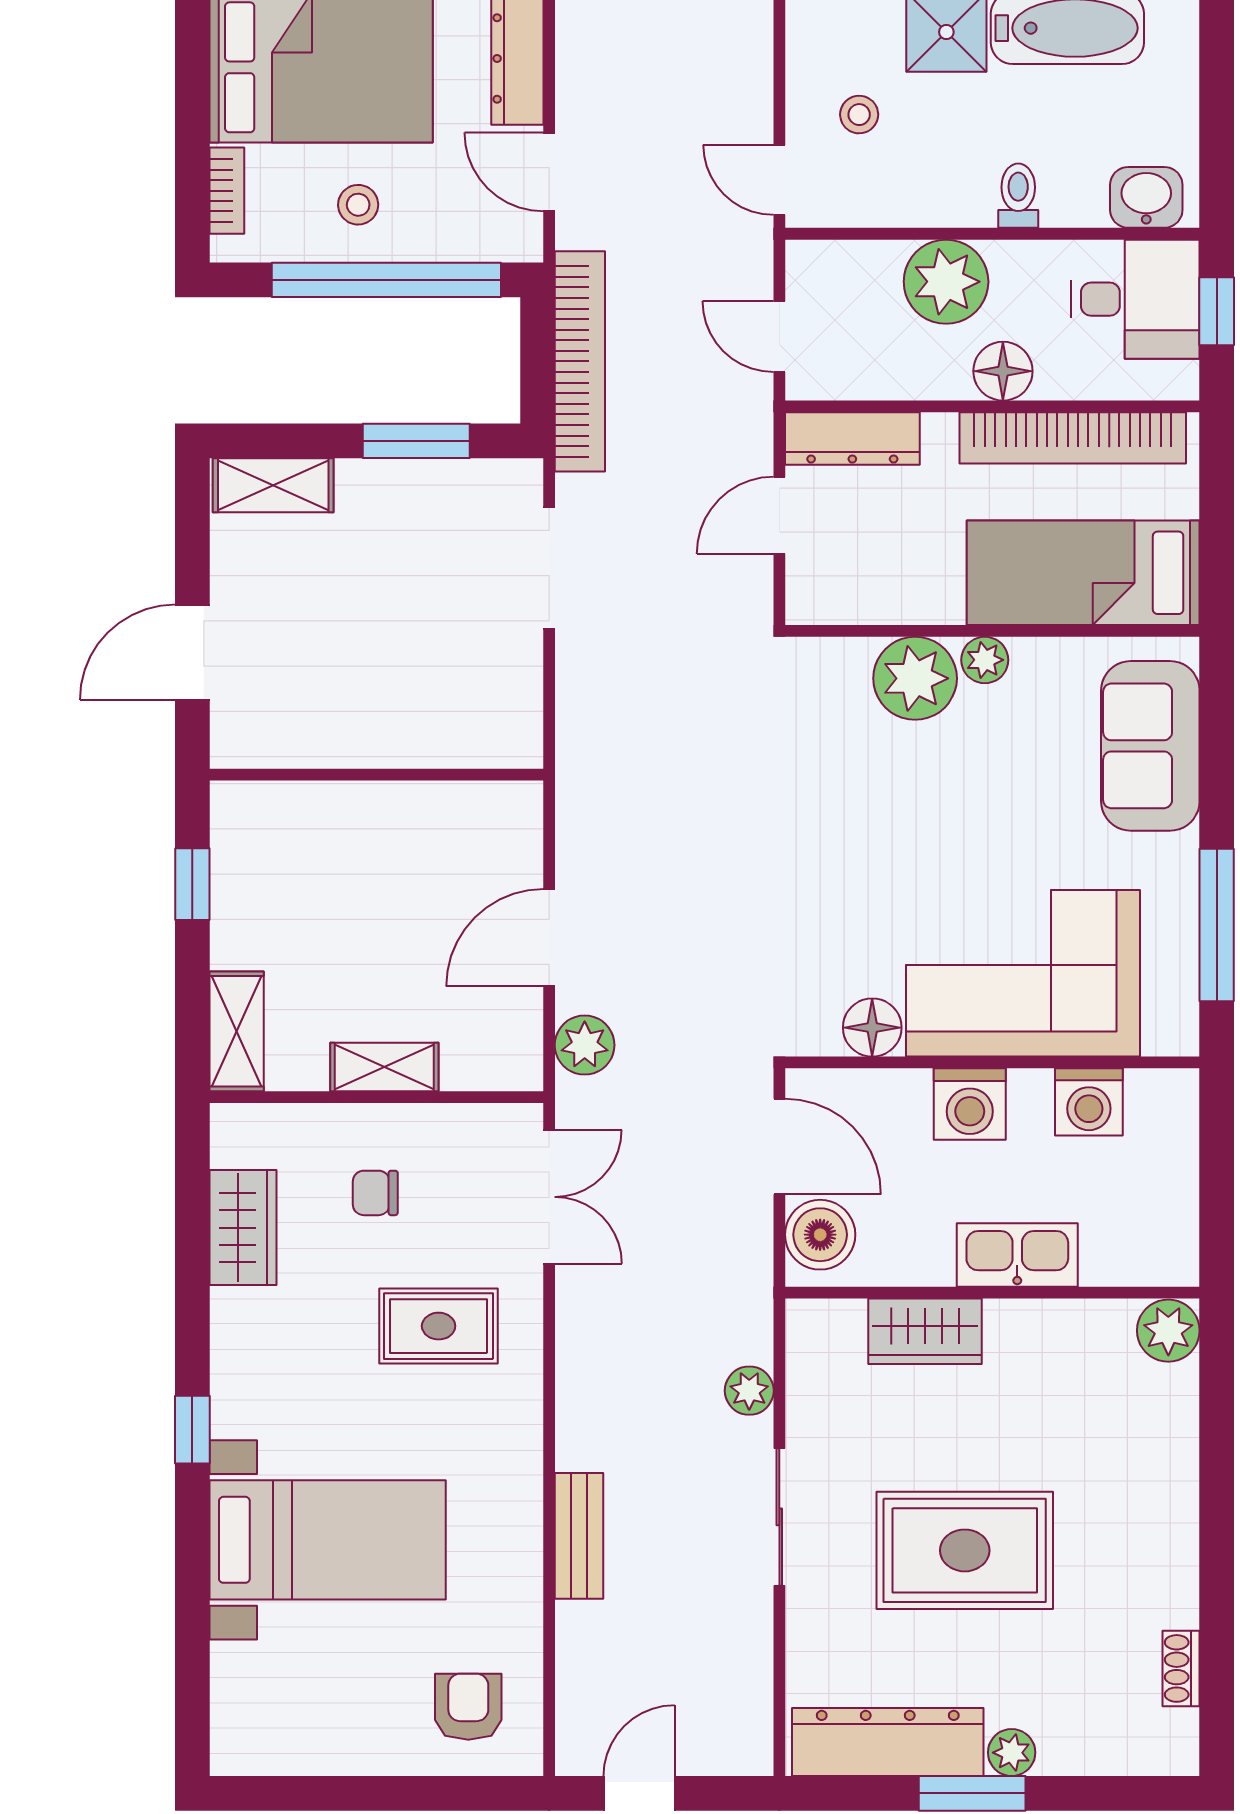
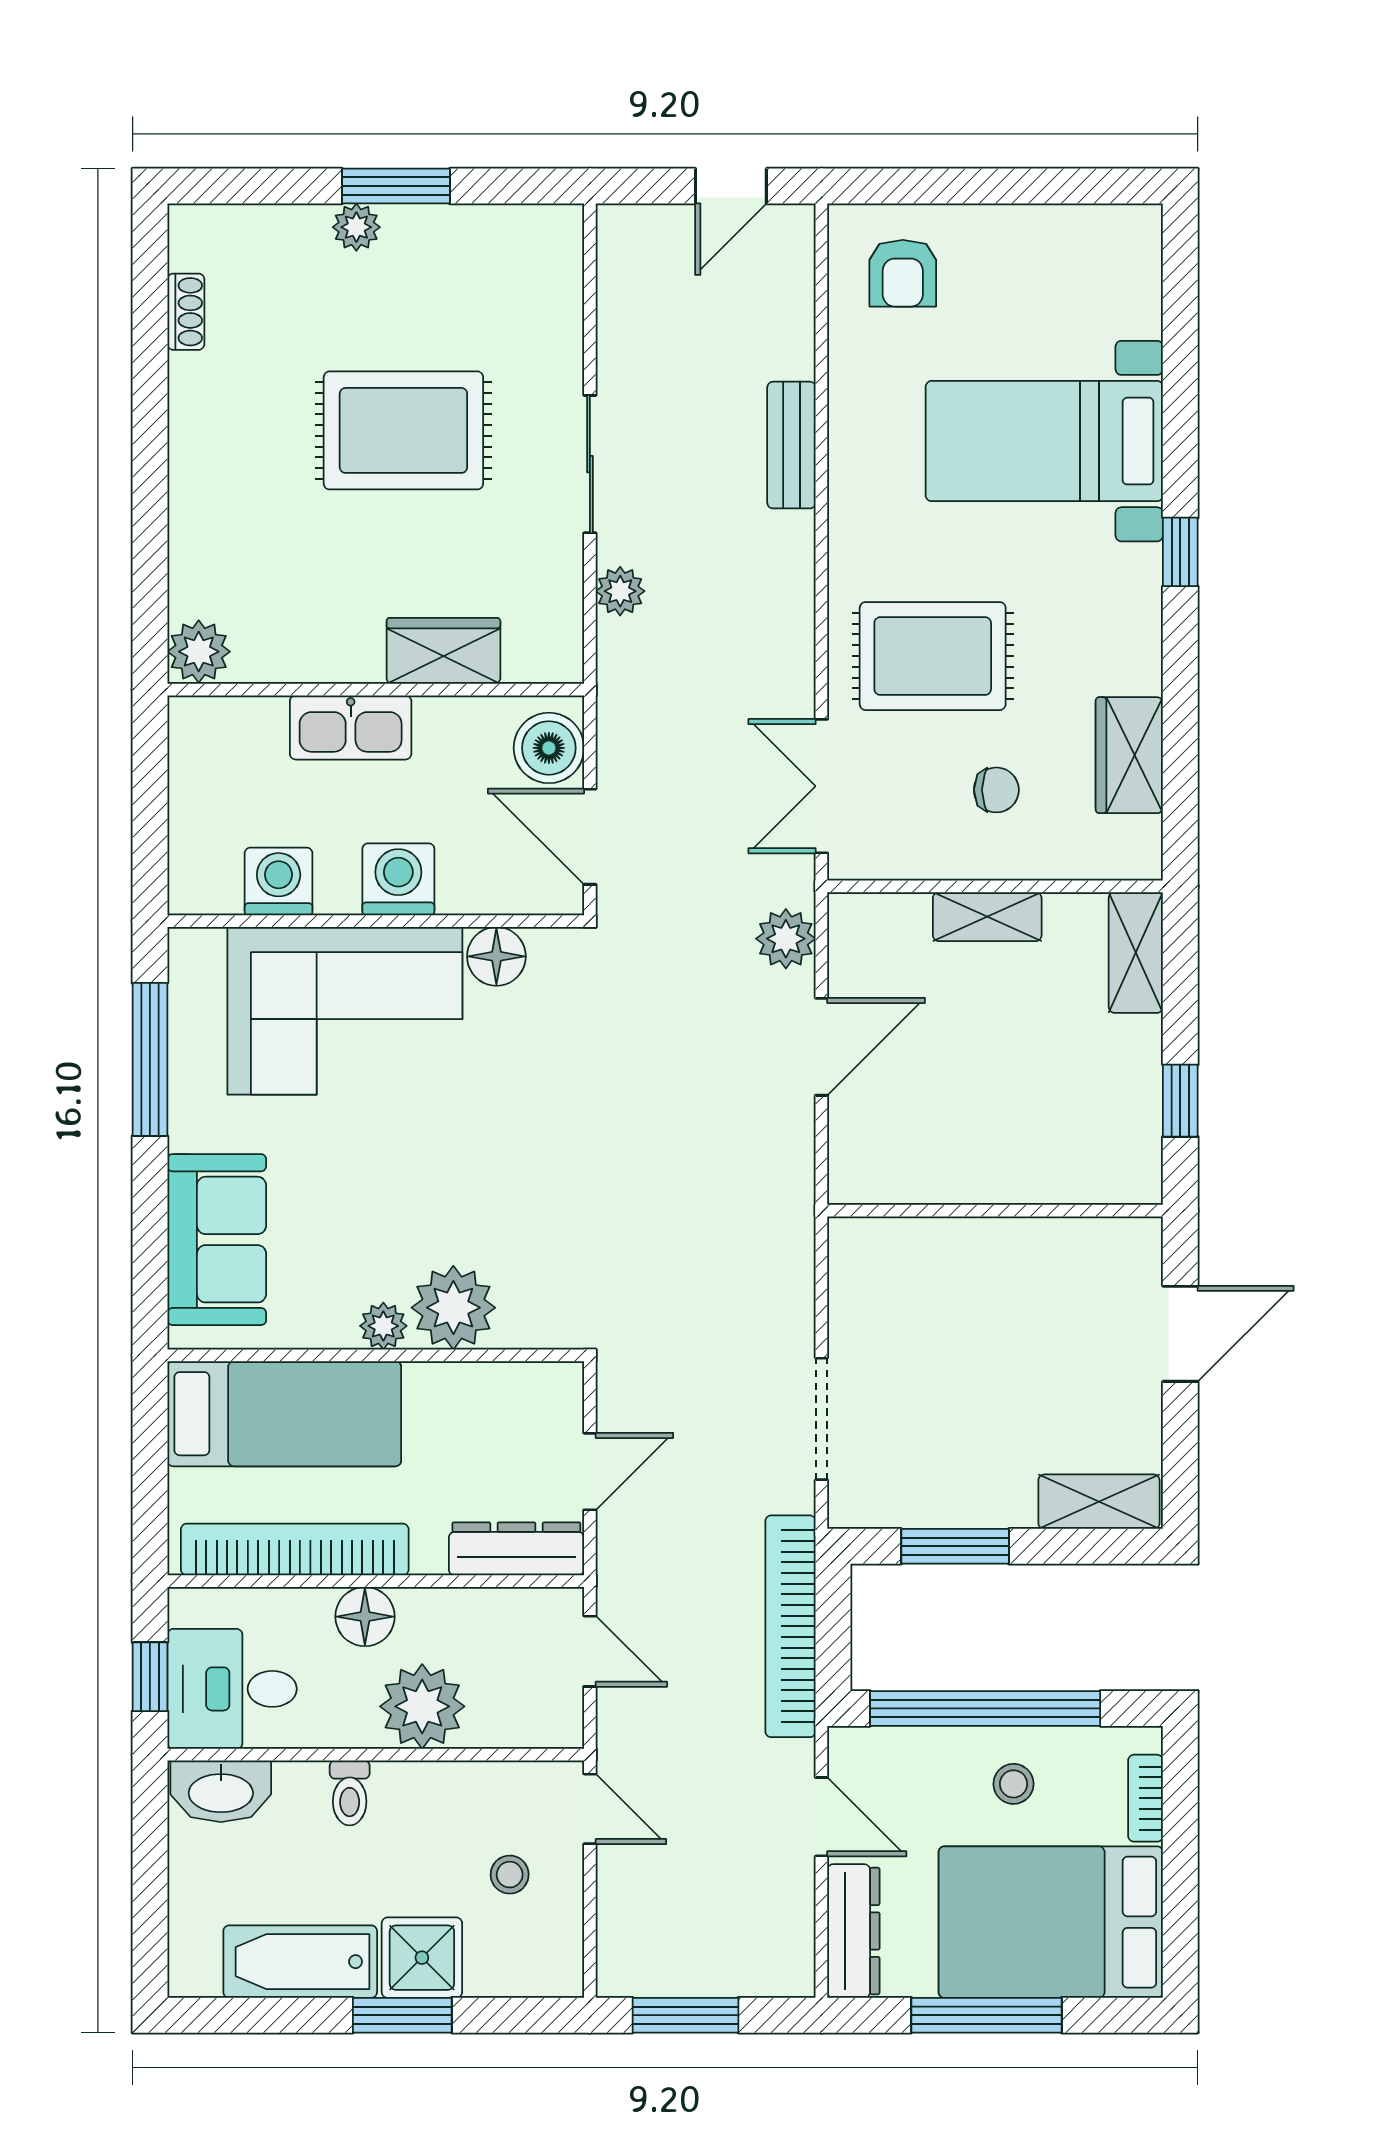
washbasin: (1146, 197) -> (221, 1791), width x1.38
rug: (439, 1326) -> (933, 656), width x1.36, depth x1.43
dresser: (888, 1742) -> (481, 238), removed

